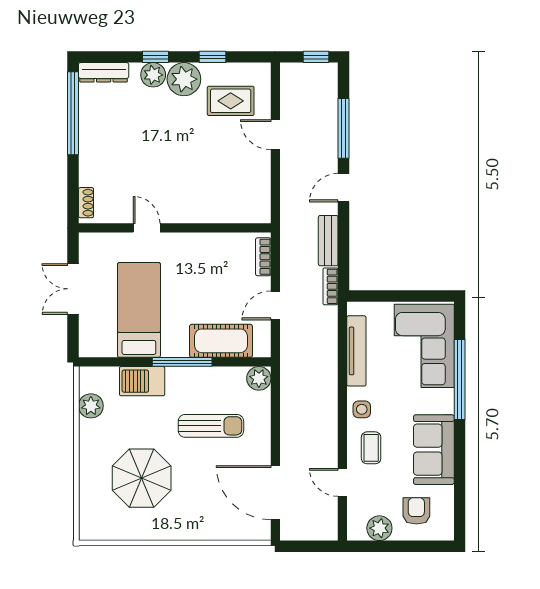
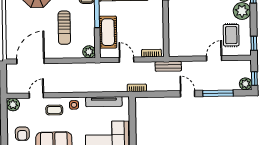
window: (212, 57) -> (254, 43), moved
plant: (326, 74) -> (246, 84), added
bench: (328, 241) -> (168, 66), moved
armchair: (416, 511) -> (22, 134), turned 90
plant: (379, 528) -> (13, 105), moved

